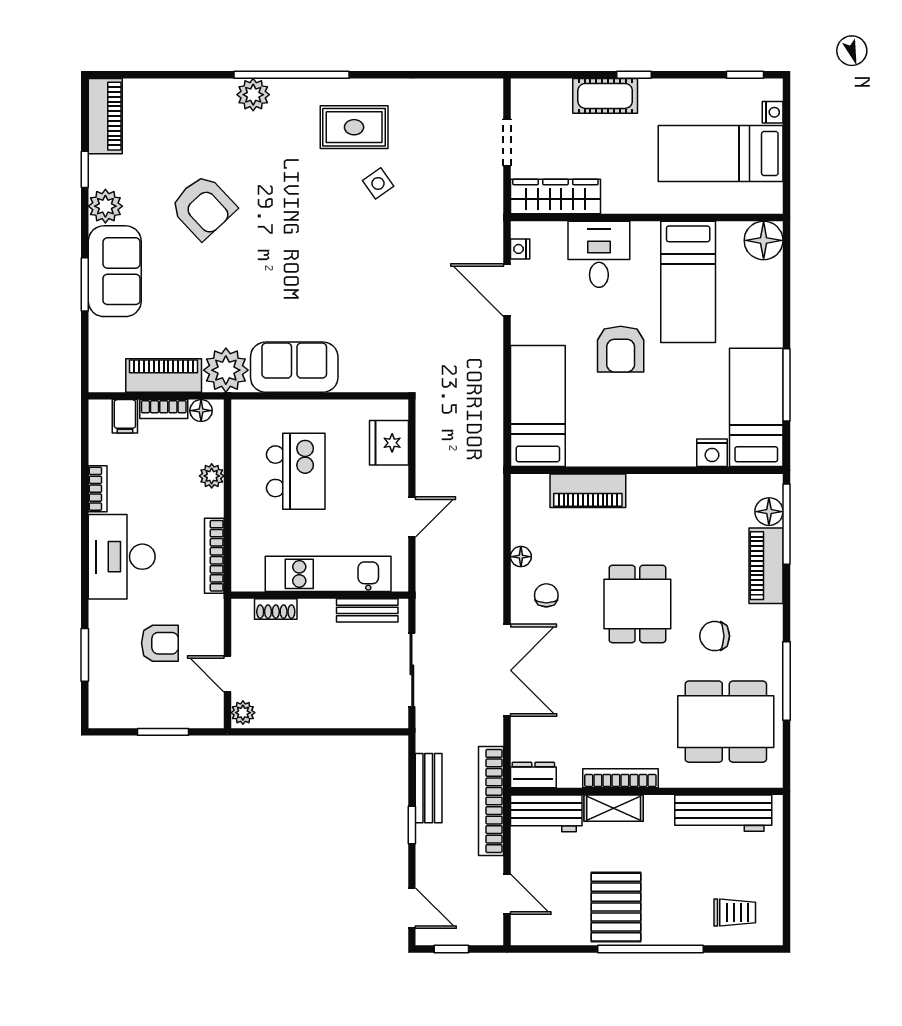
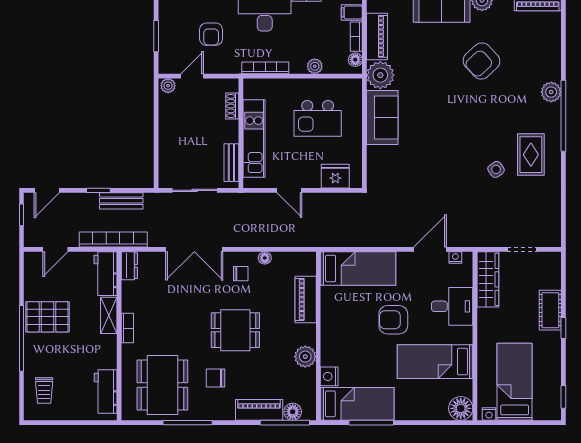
nightstand: (773, 112) -> (489, 414), moved
plant: (680, 491) -> (305, 357), added
chair: (715, 636) -> (216, 378), turned -90
bookcase: (620, 778) -> (127, 328), width x0.64
workbench: (723, 813) -> (106, 392), width x0.73

